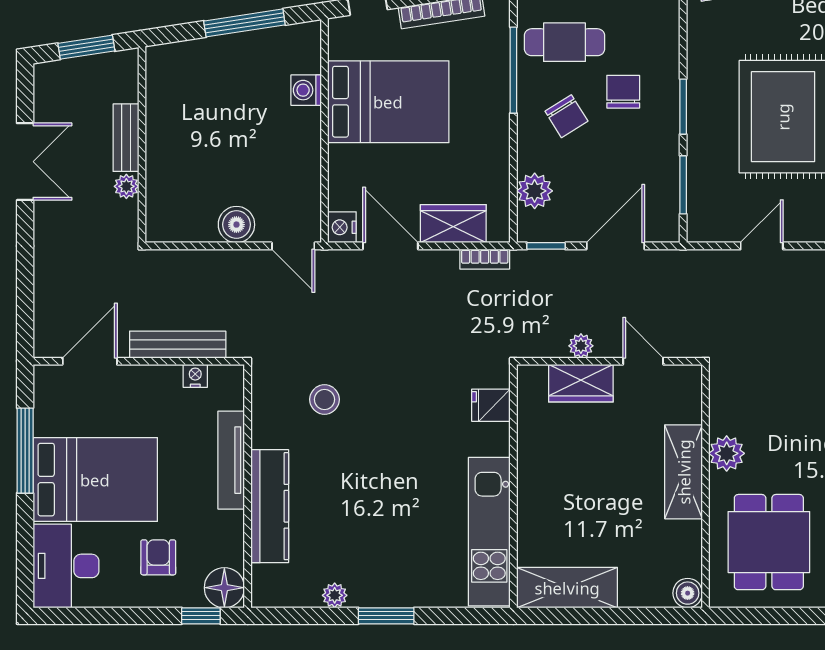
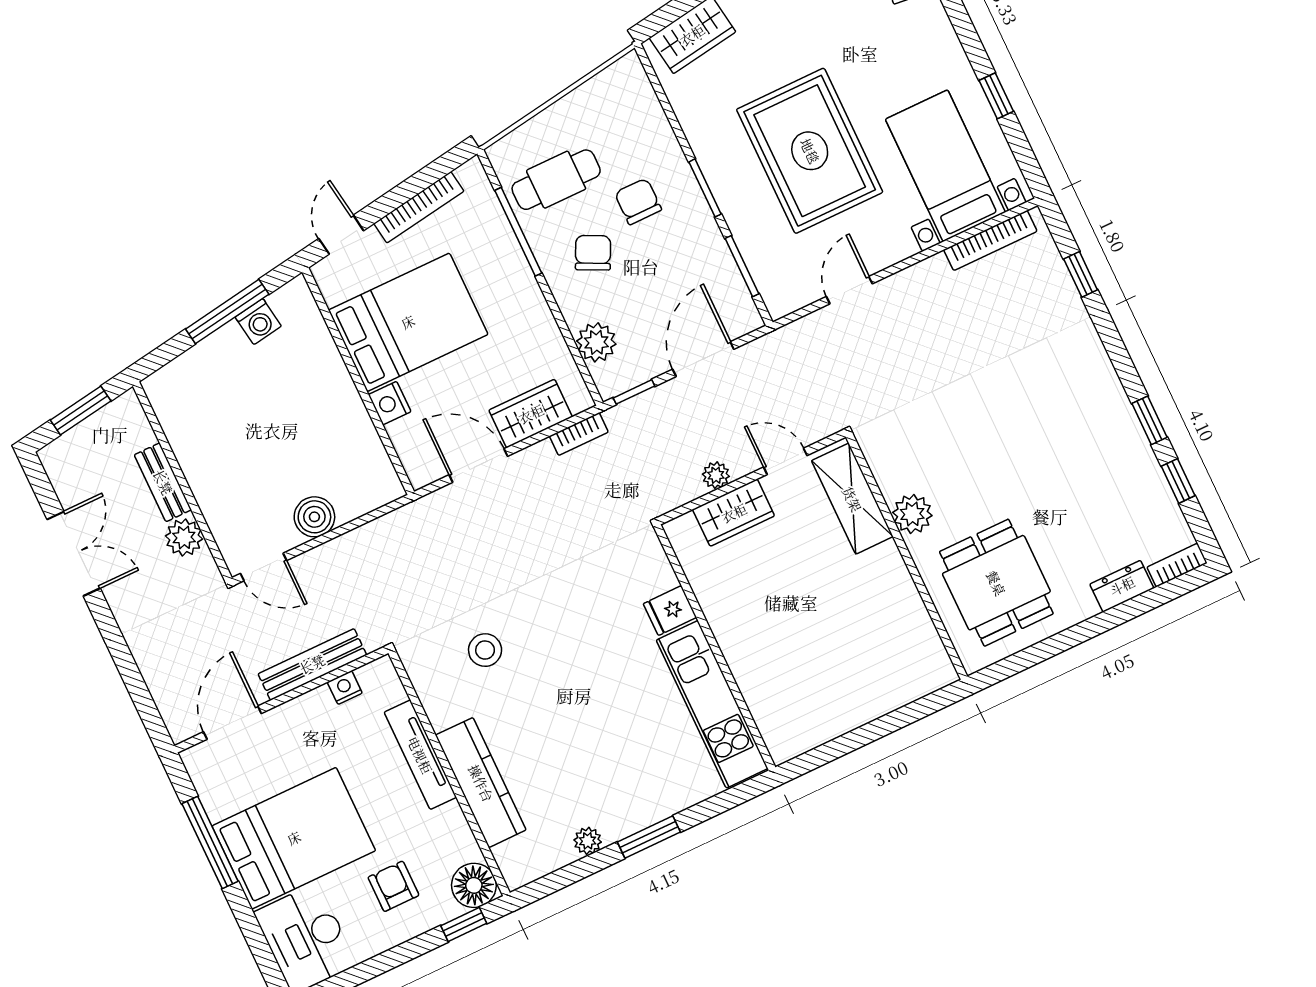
washing machine: (306, 90) -> (258, 322), moved, turned -99
chair: (566, 116) -> (593, 253), turned -122
plant: (126, 186) -> (184, 537), width x1.38, depth x1.38
nightstand: (342, 227) -> (390, 403), moved
door: (293, 246) -> (264, 567), moved
fridge: (491, 405) -> (670, 611), moved
shelving: (684, 472) -> (852, 499), moved
shelving: (567, 588) -> (816, 723), removed
boiler: (688, 593) -> (939, 672), removed

